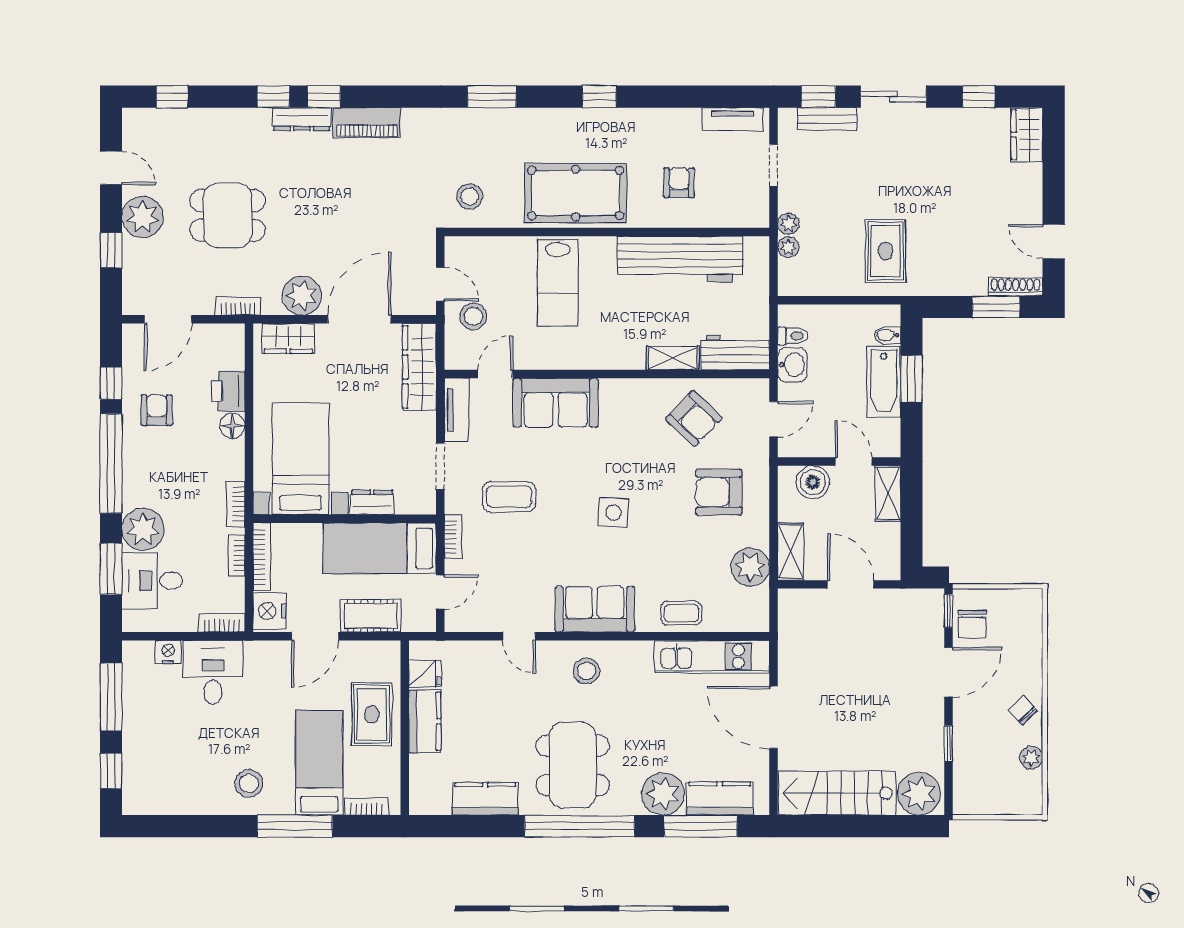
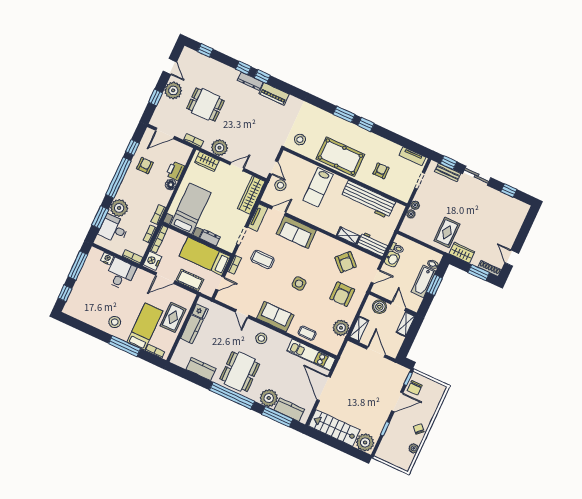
window: (492, 97) -> (344, 114), moved
wardrobe: (1027, 135) -> (462, 253), moved, turned 90
door: (359, 319) -> (237, 167), width x0.53
armchair: (719, 492) -> (342, 294), turned -90

